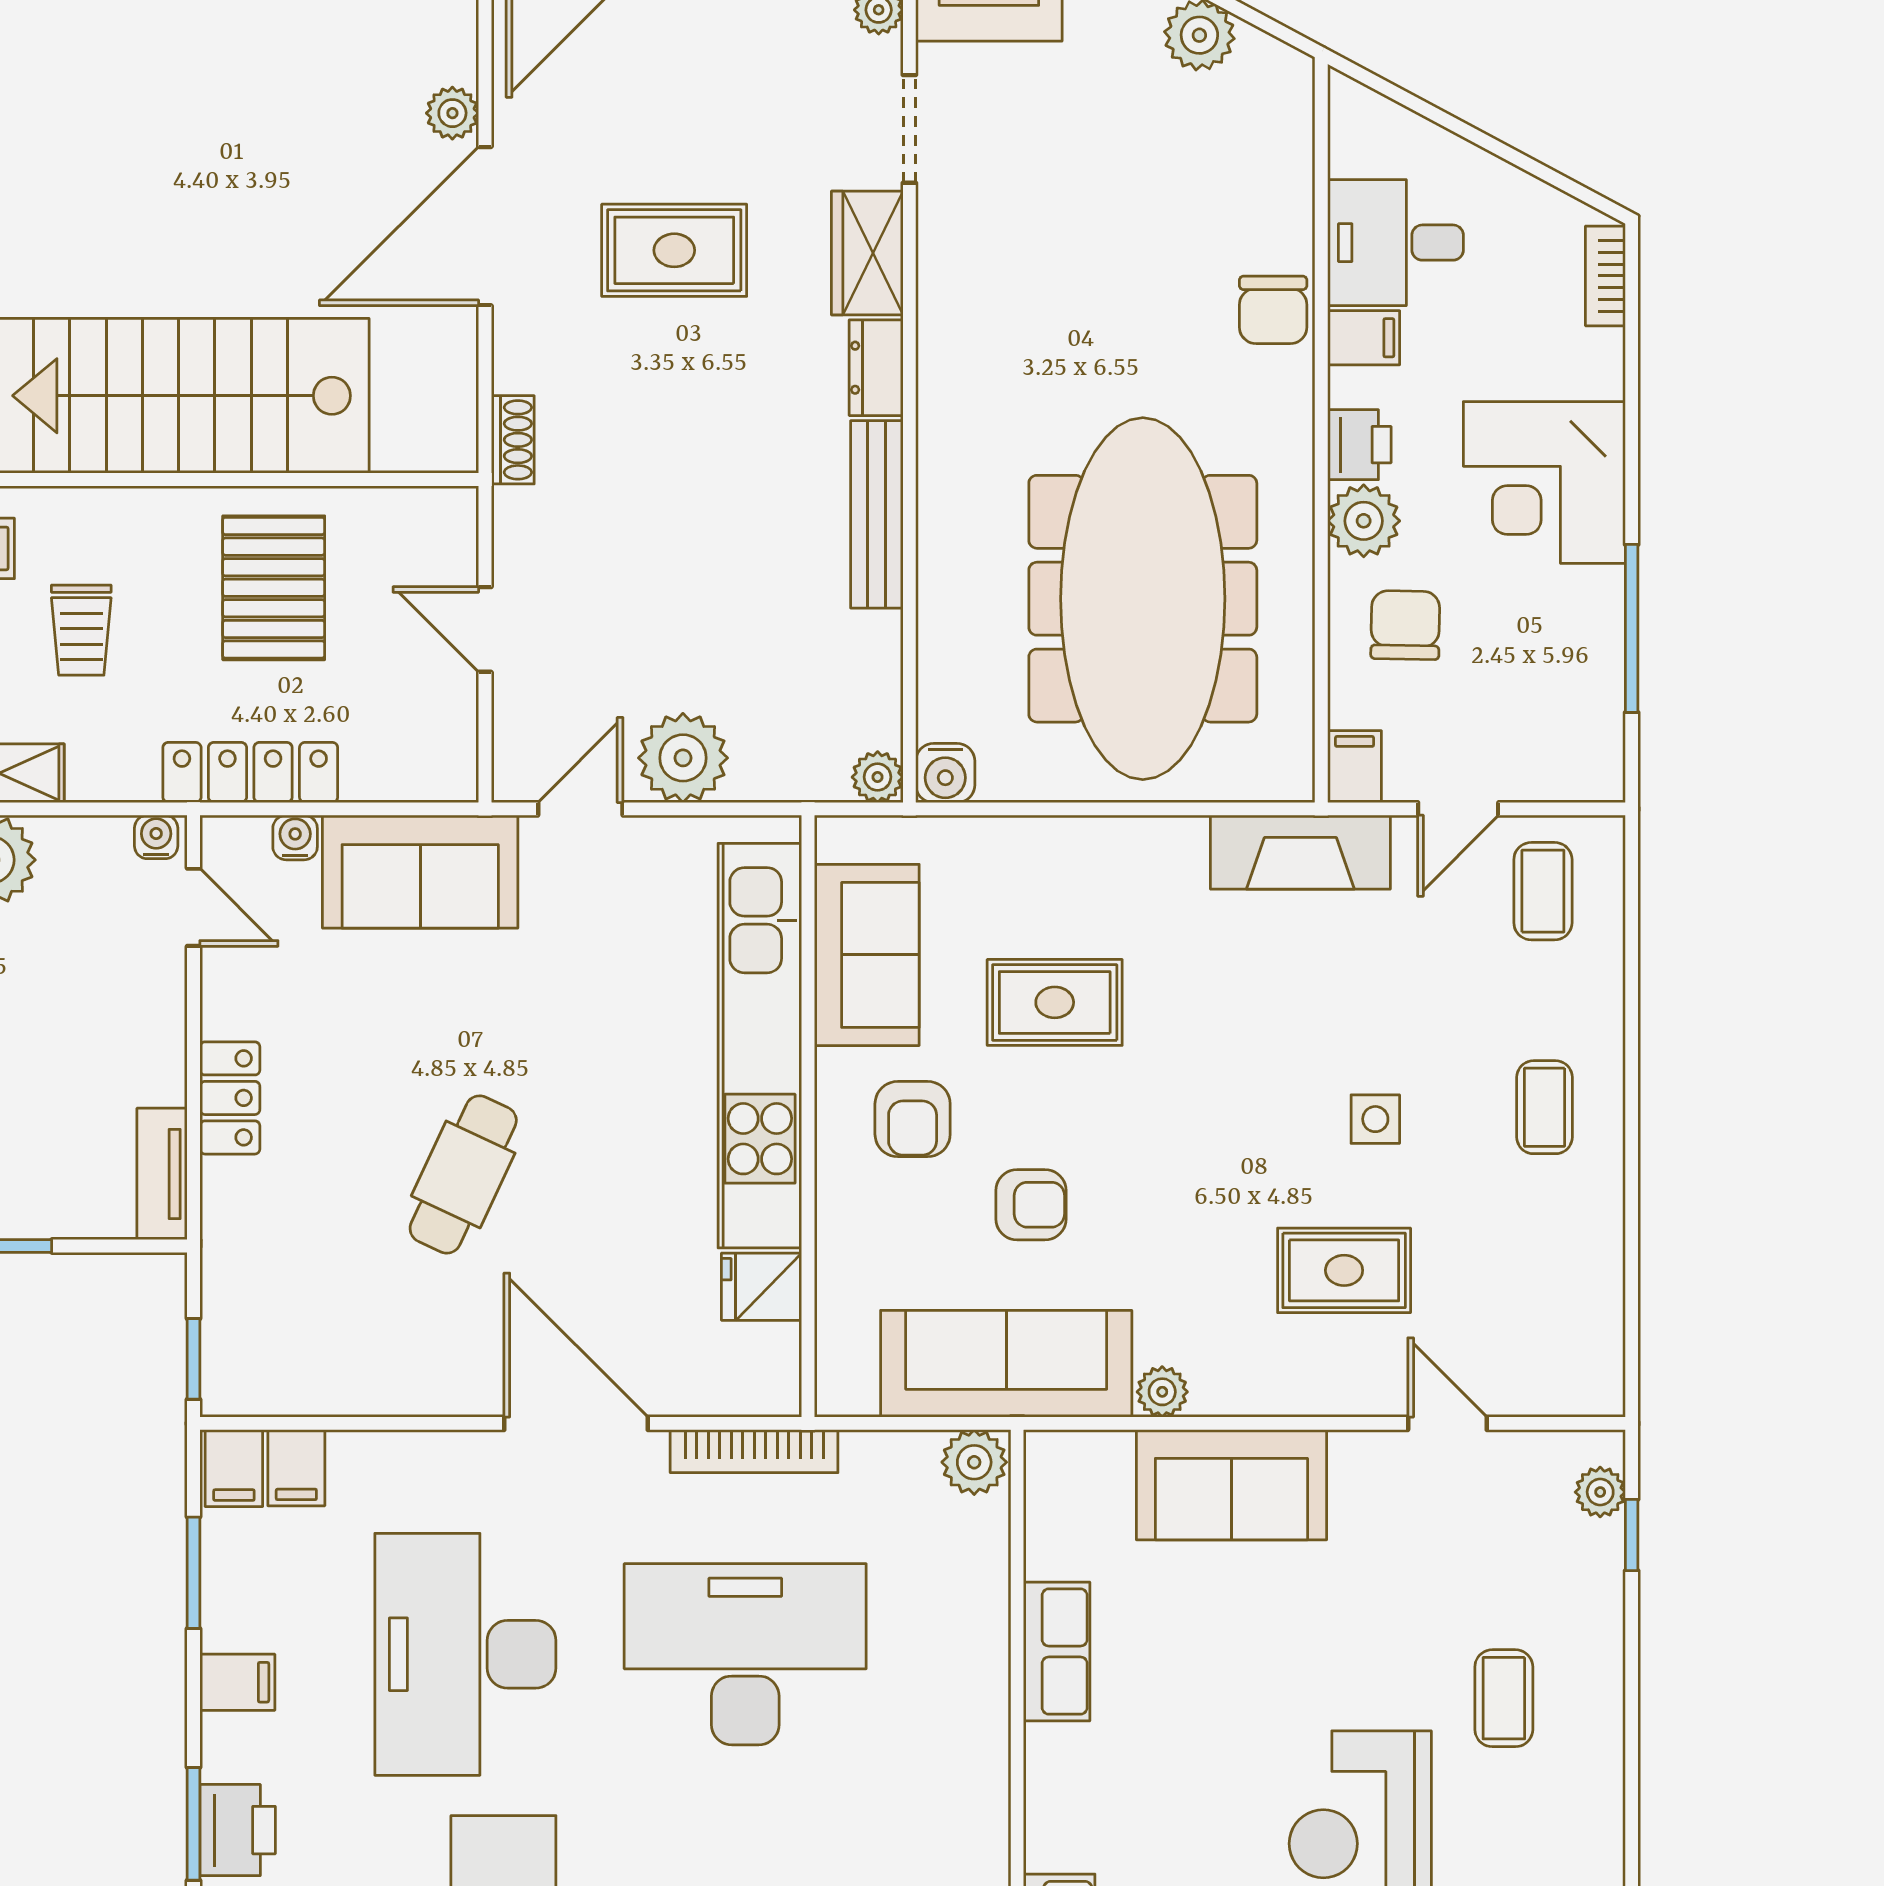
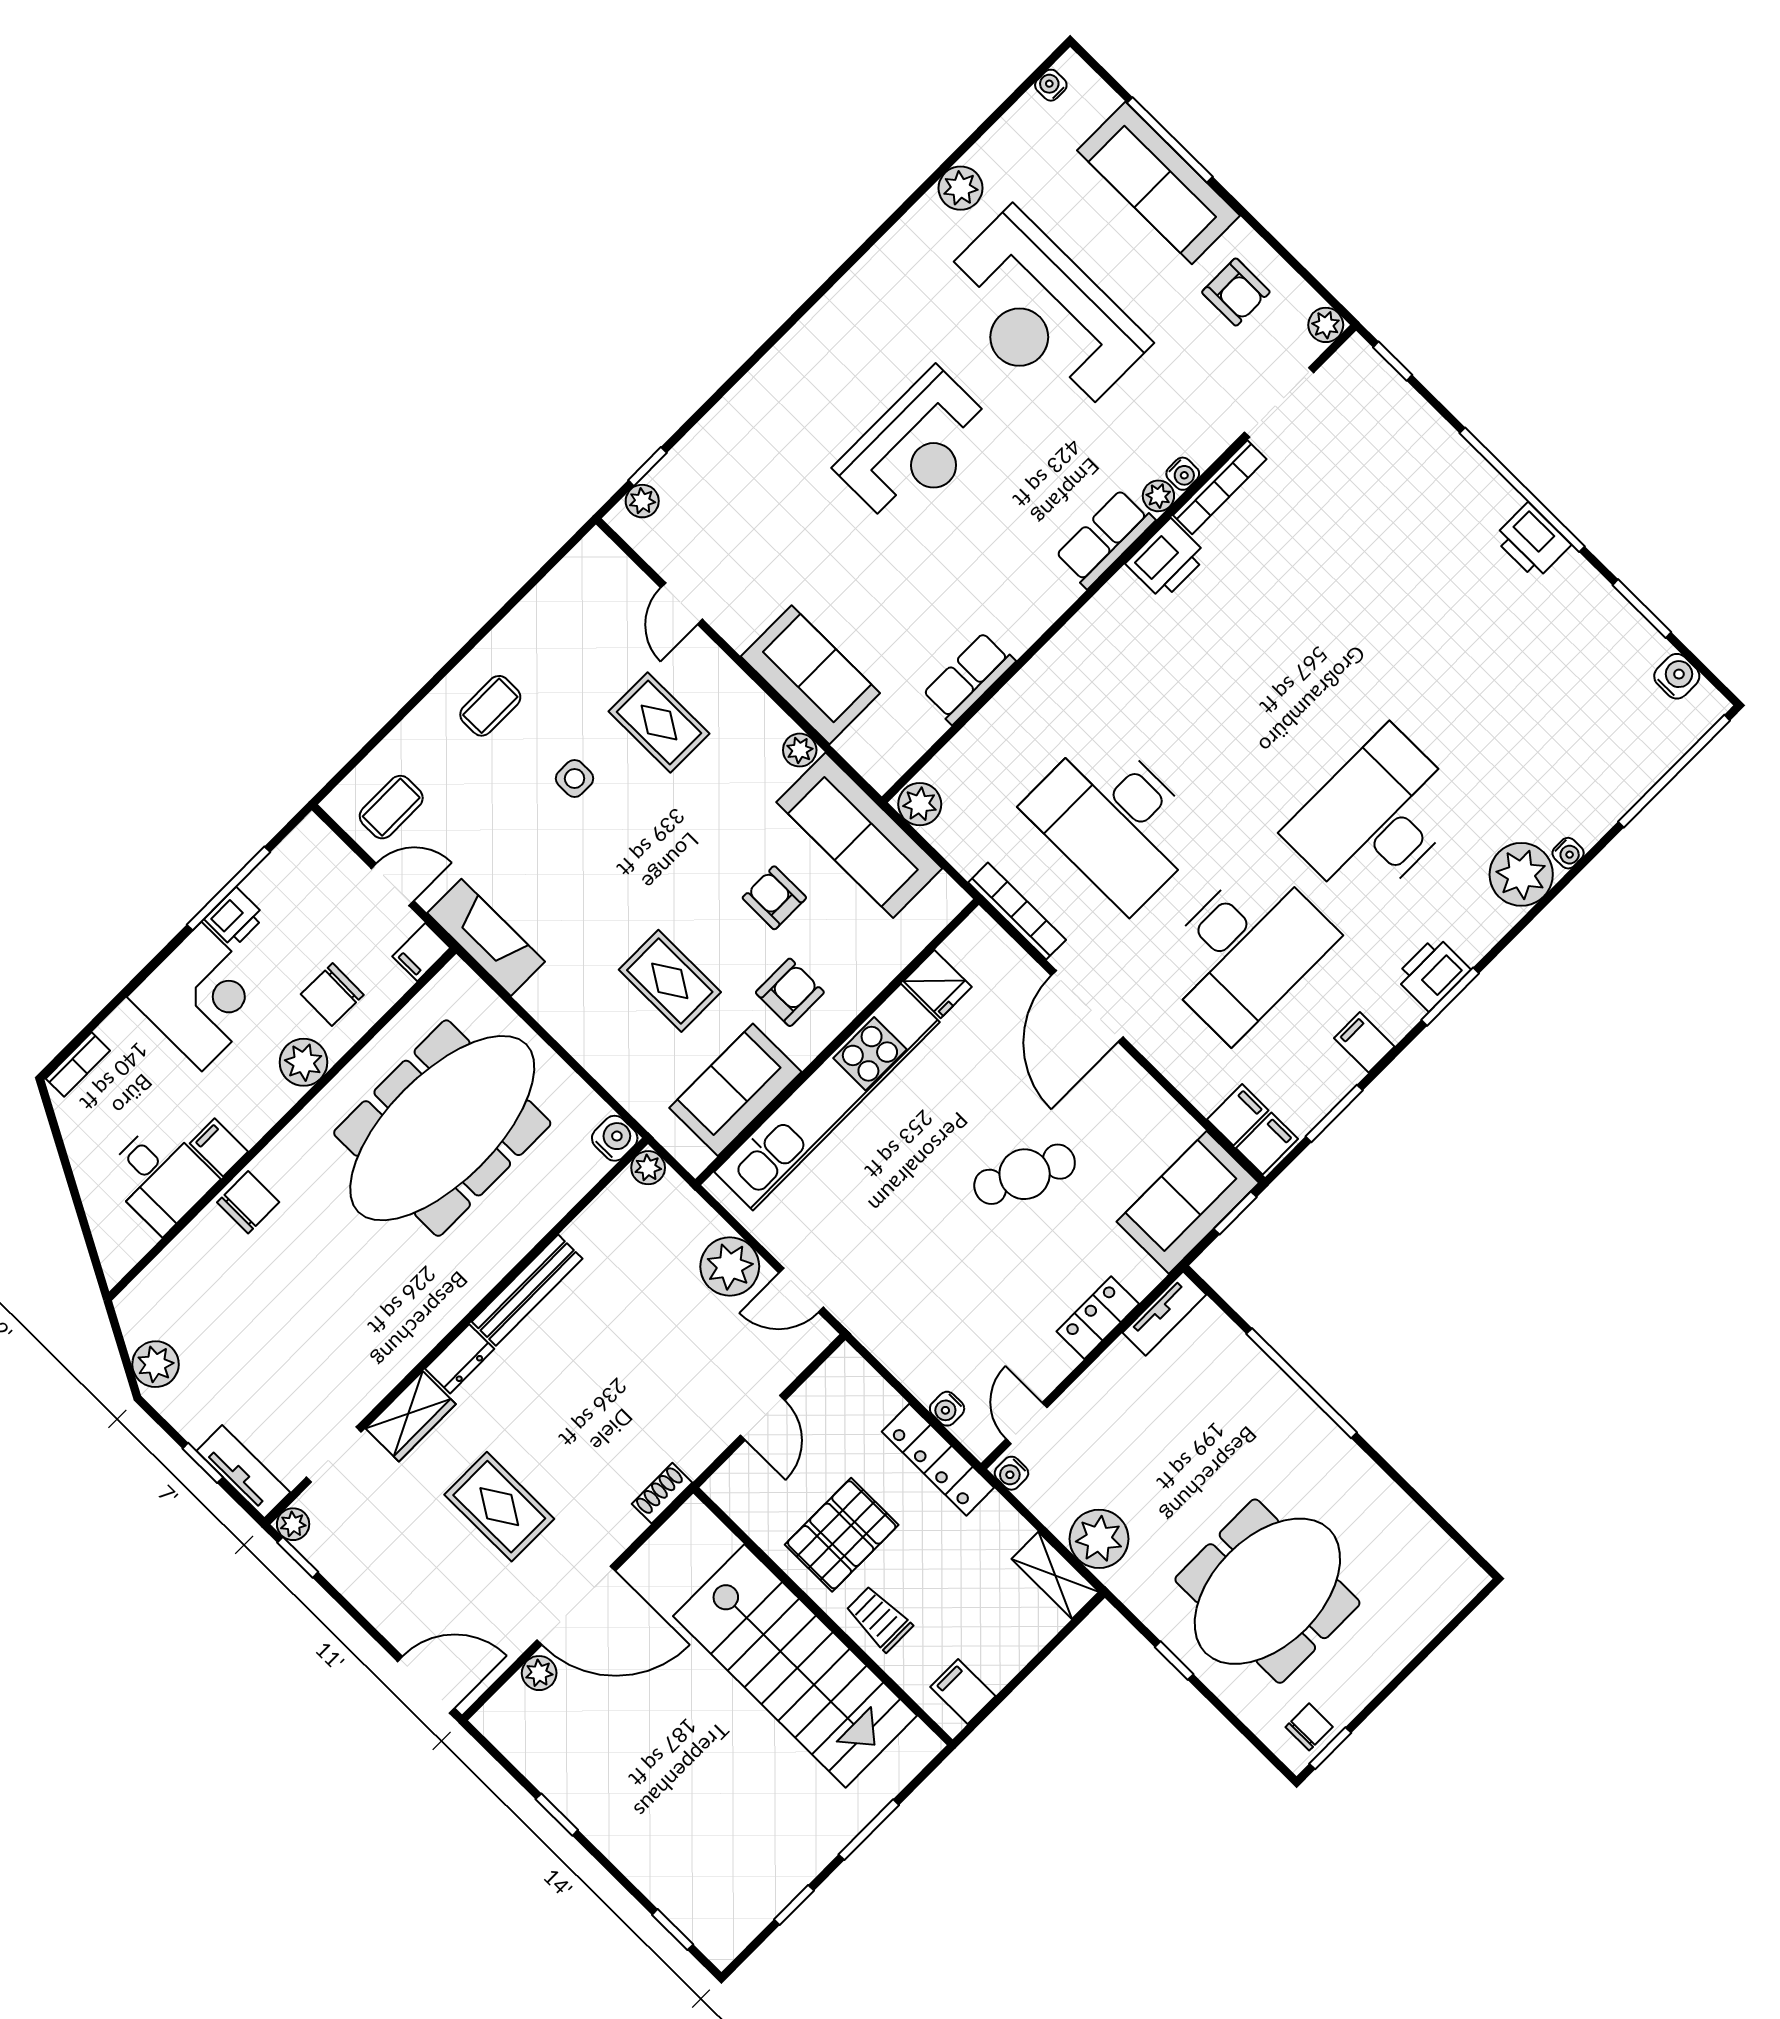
printer: (1359, 445) -> (235, 918), moved, turned 180
trolley: (81, 630) -> (879, 1619), moved, turned -90
sofa: (420, 872) -> (1188, 1202), moved, turned -90
coffee table: (1504, 1698) -> (782, 450), removed

